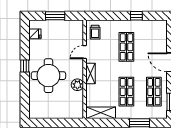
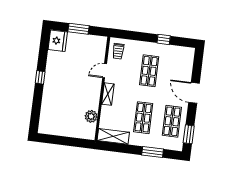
fridge: (35, 34) -> (58, 41), width x1.88, depth x1.34
round table: (48, 76) -> (64, 91), removed
plant: (77, 85) -> (91, 116), moved

